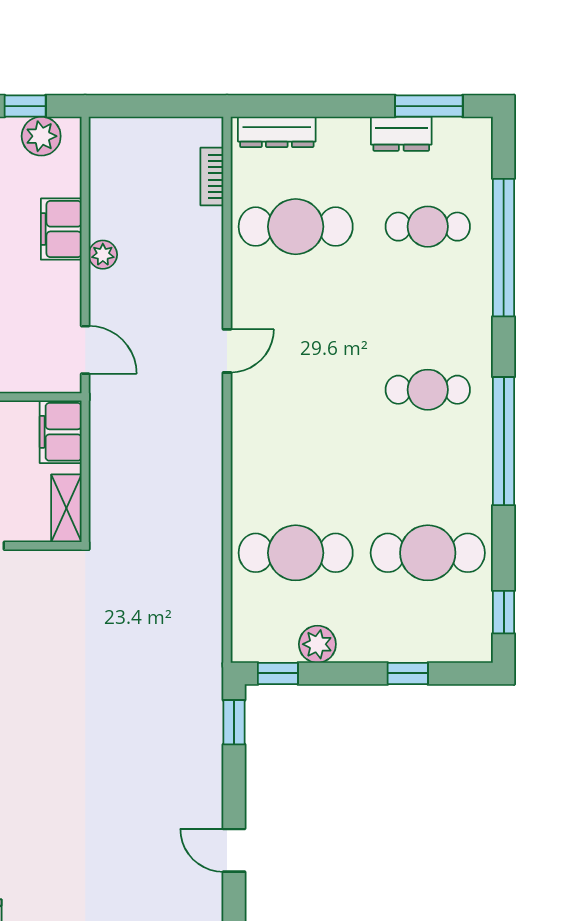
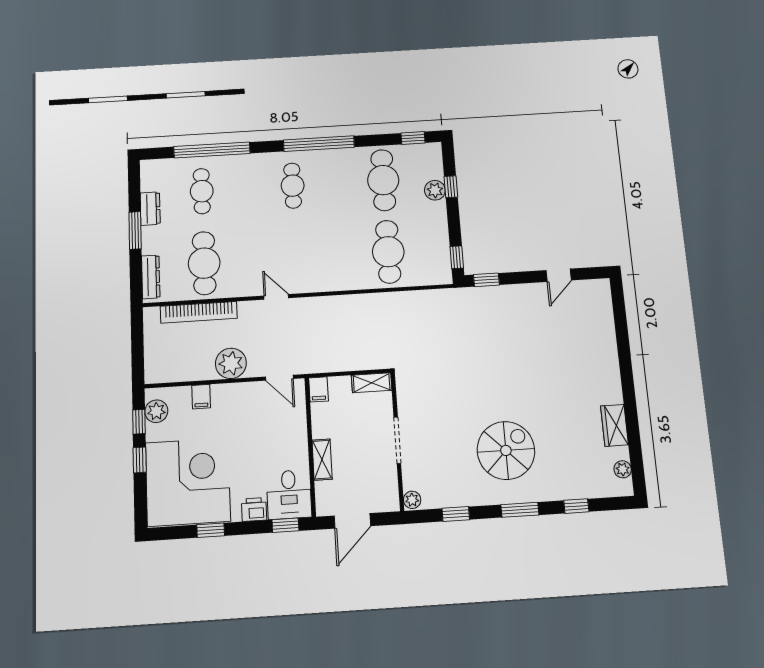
window: (429, 106) -> (135, 230), moved
bookcase: (212, 176) -> (199, 312), width x2.31, depth x1.31
filing cabinet: (61, 229) -> (201, 397), width x0.50
plant: (103, 255) -> (231, 363), width x1.88, depth x1.88
door: (85, 350) -> (279, 378), swing flipped
filing cabinet: (61, 432) -> (318, 389), width x0.50
plant: (317, 644) -> (435, 190), moved

